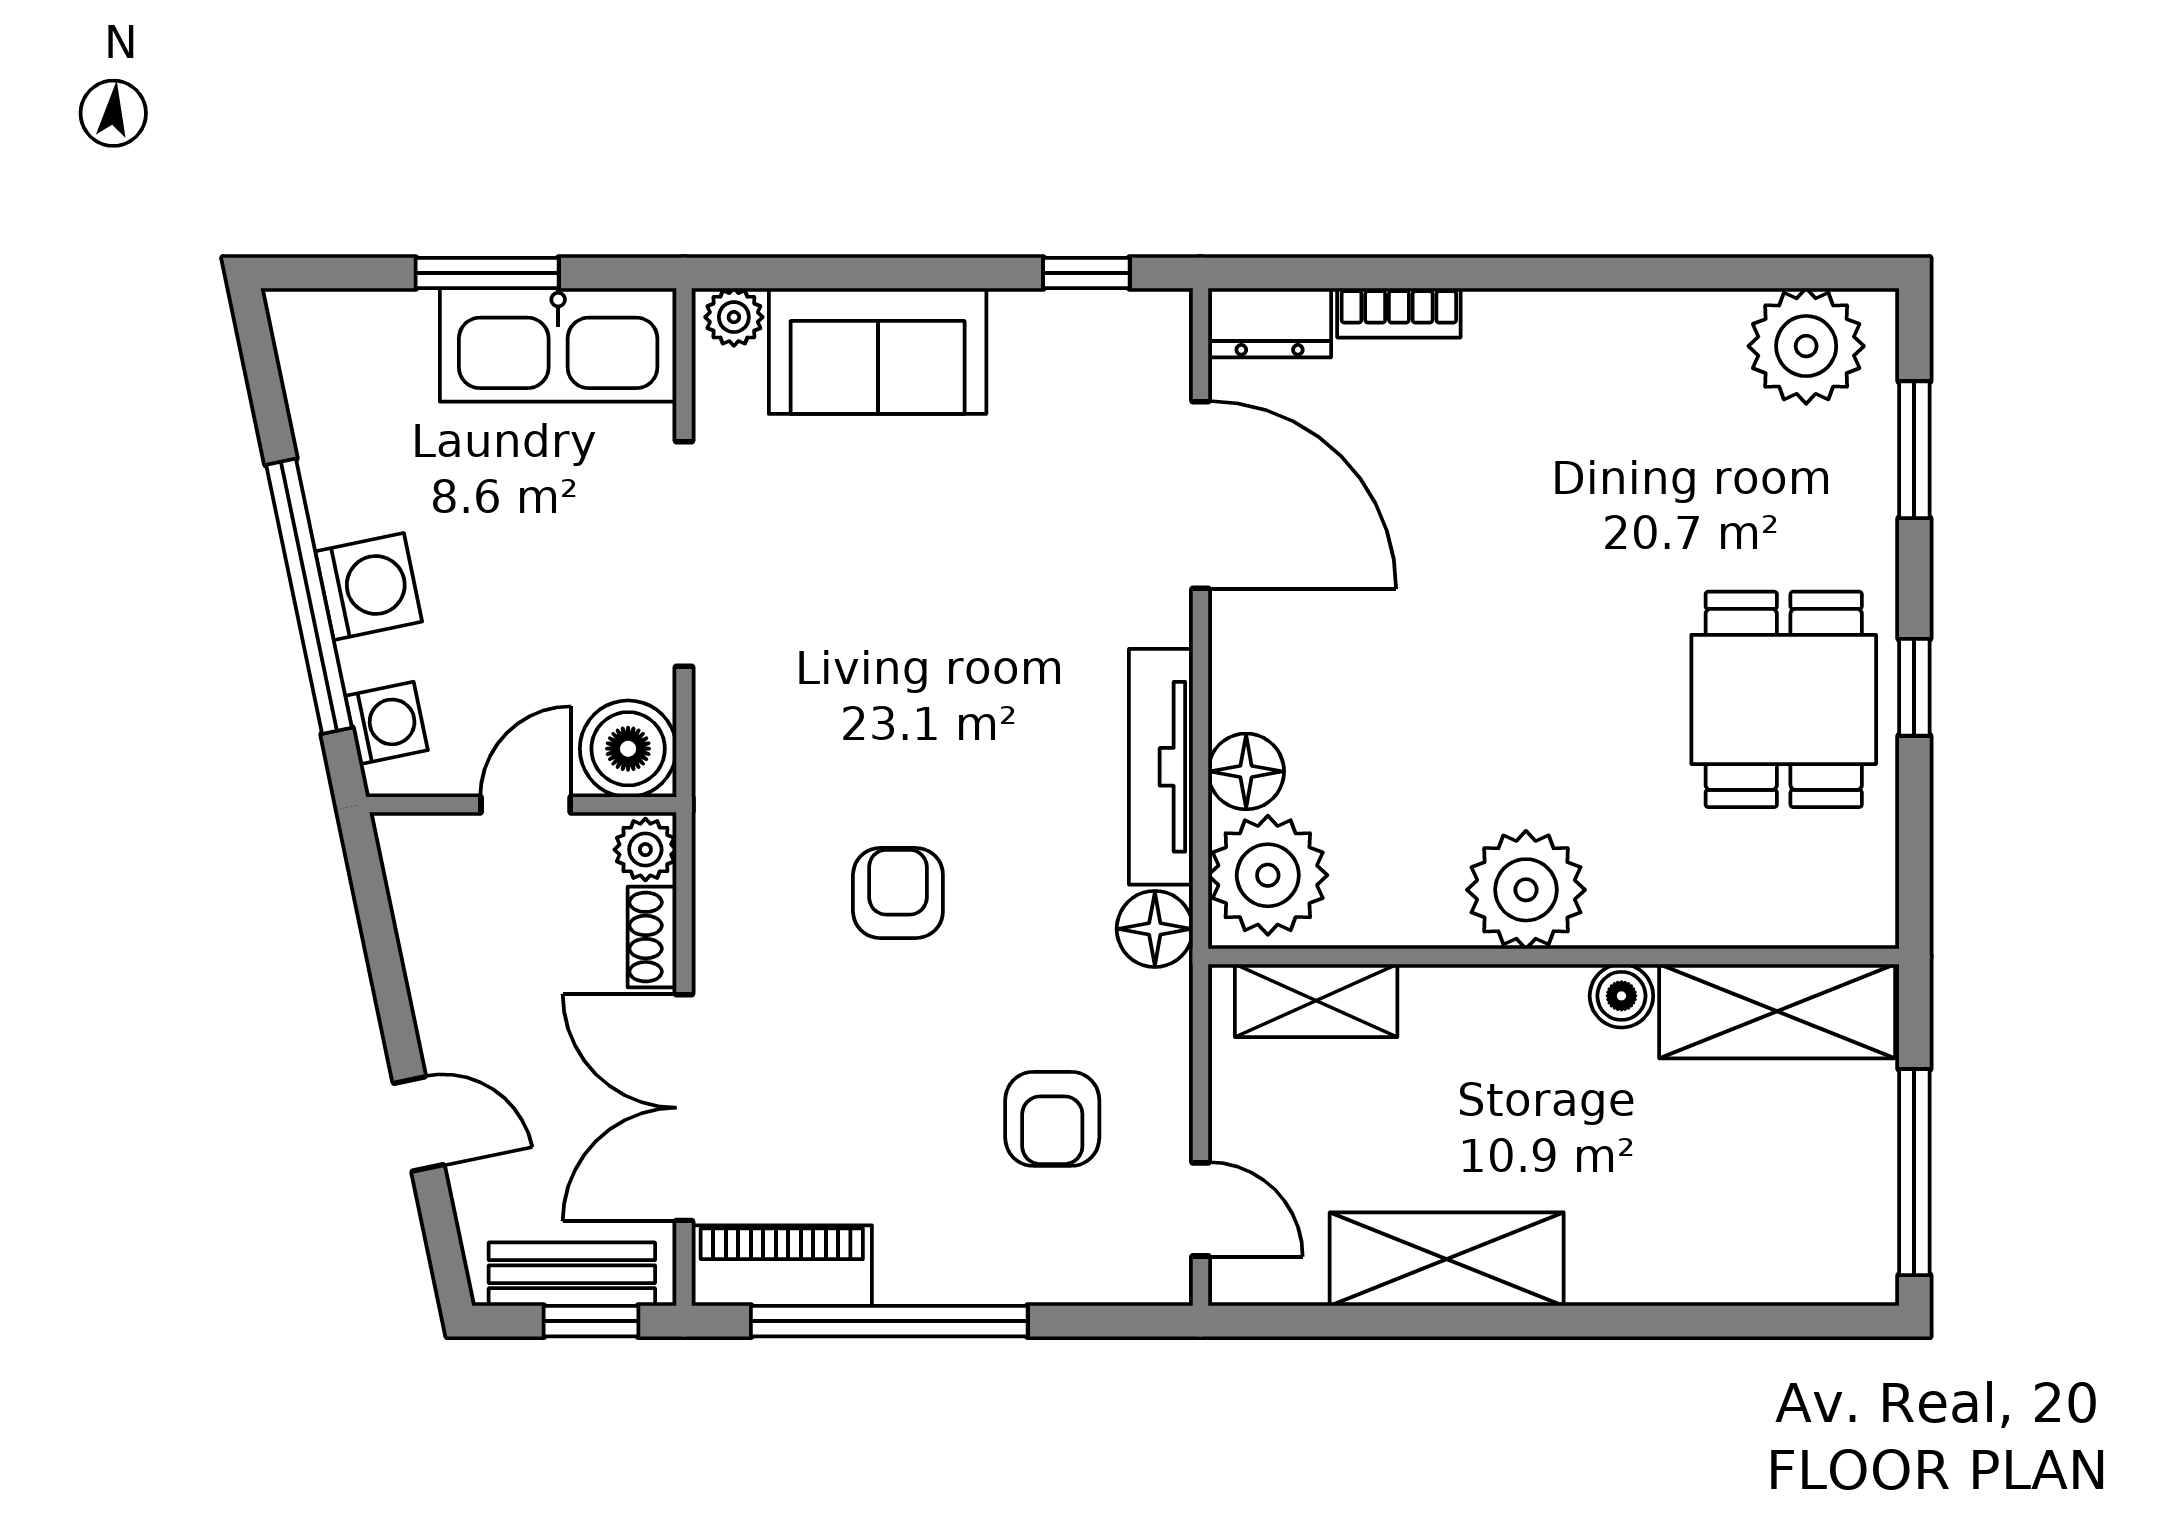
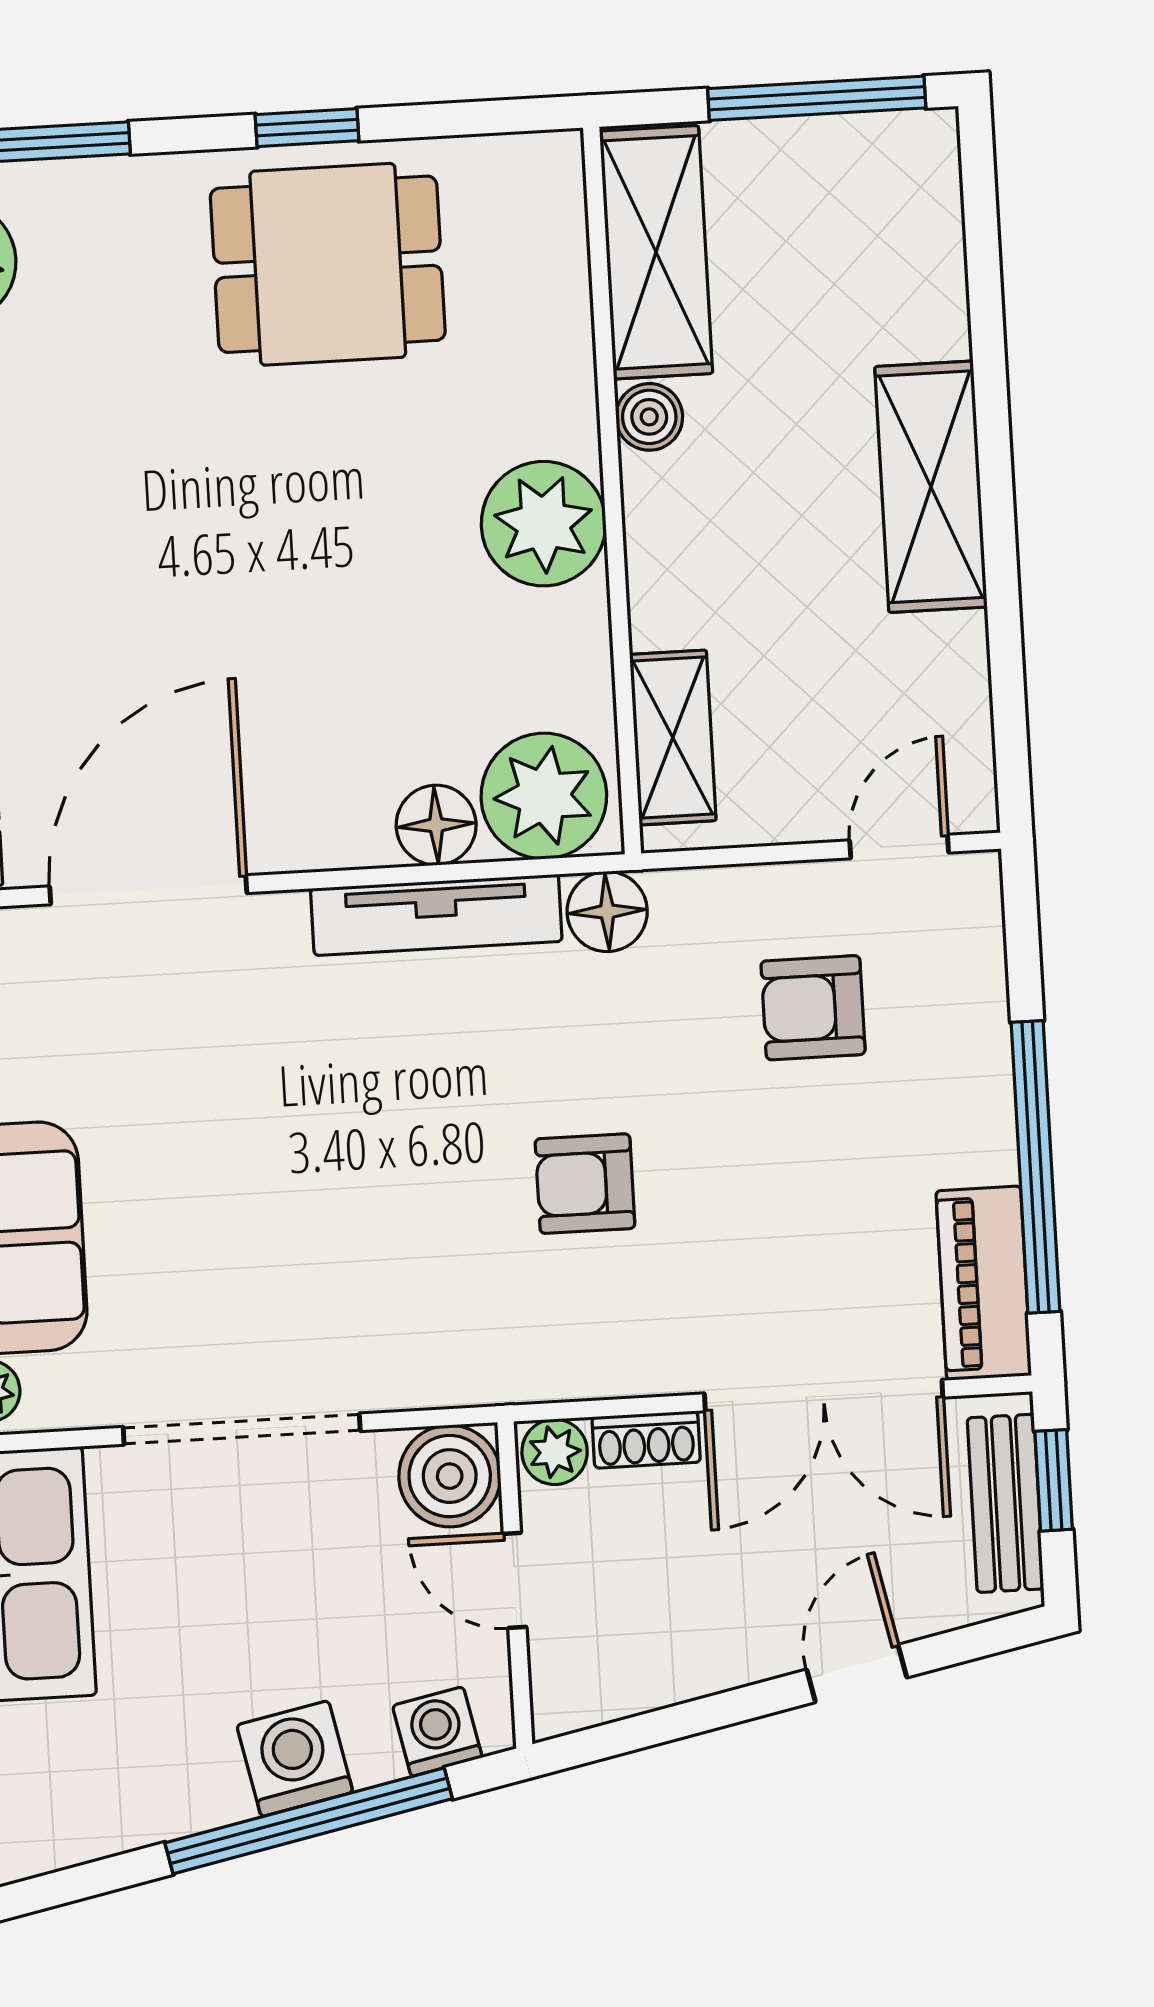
armchair: (1052, 1119) -> (813, 1008), turned 180
shelving: (1447, 1259) -> (931, 487), moved

